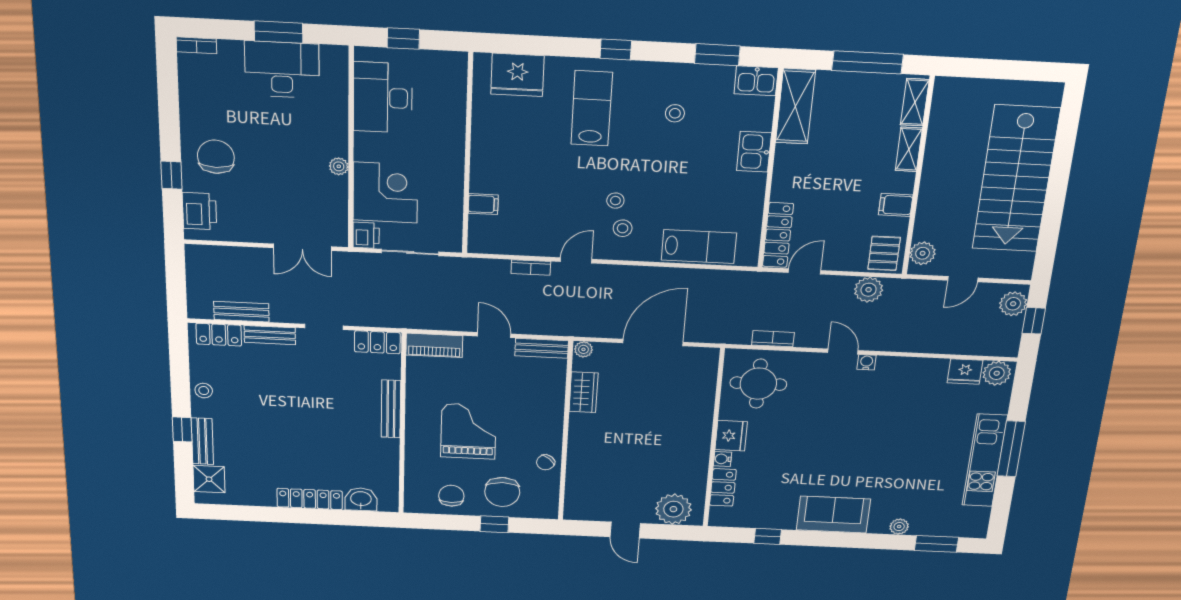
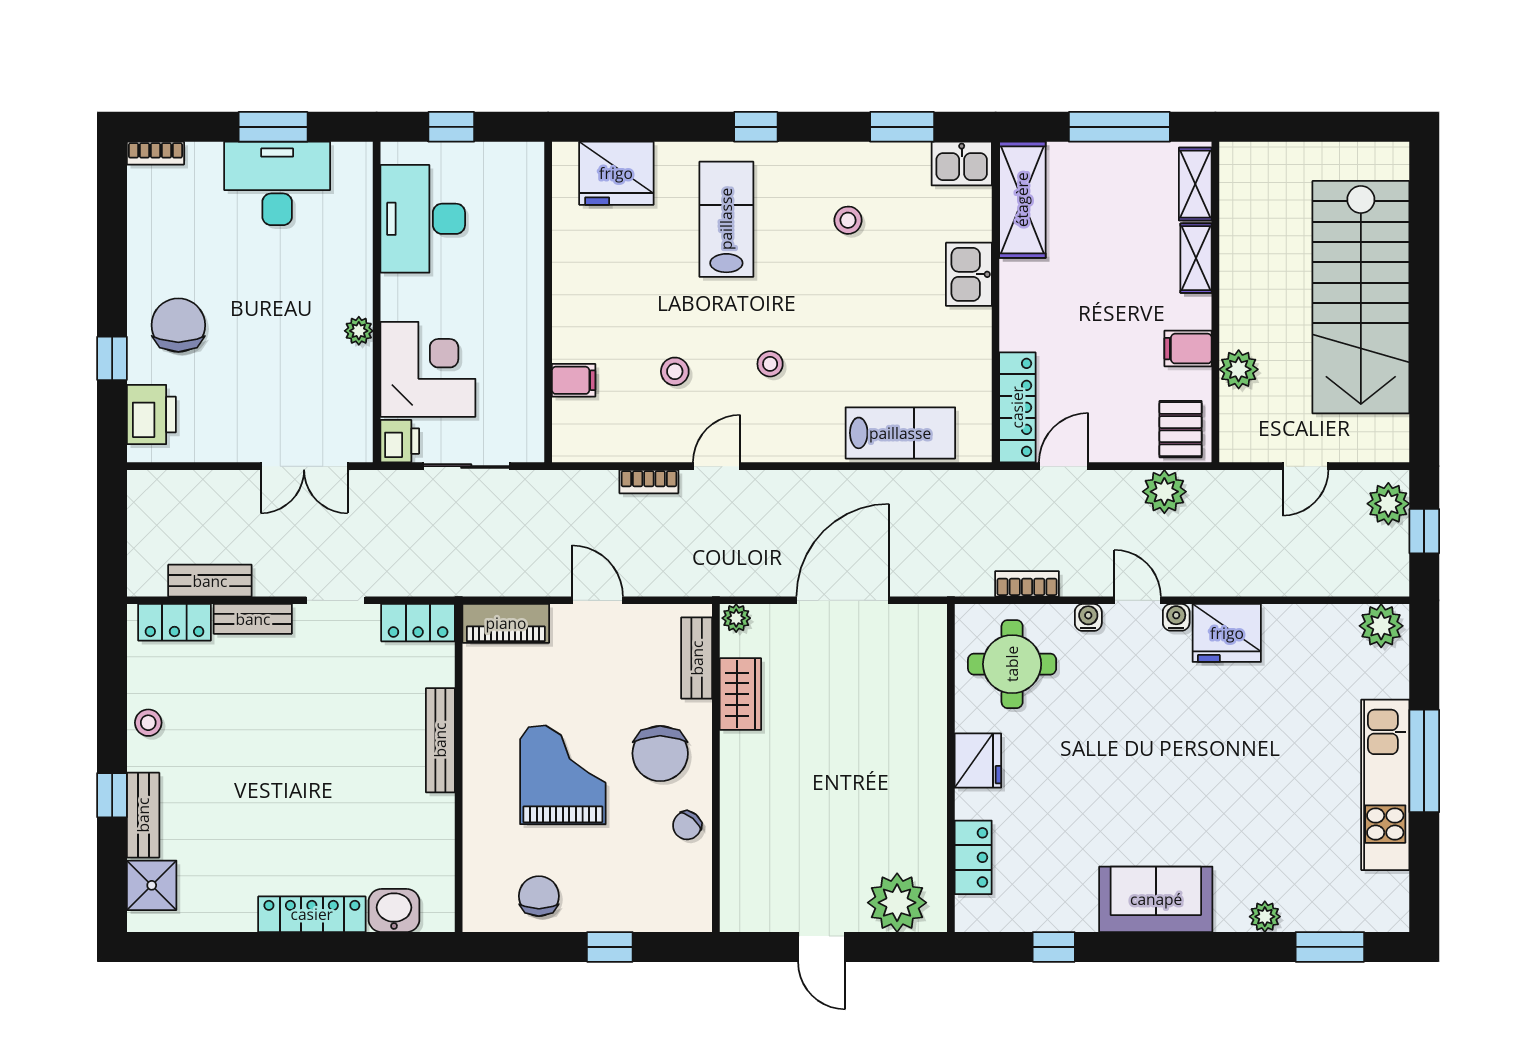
stool: (623, 228) -> (675, 371), moved
plant: (923, 253) -> (1239, 369), moved
bench: (542, 348) -> (697, 658), moved, turned 90
fridge: (965, 372) -> (1227, 633), moved, width x1.36, depth x1.34
water cooler: (723, 459) -> (1088, 617), moved, turned 90
chair: (502, 492) -> (660, 753), moved

